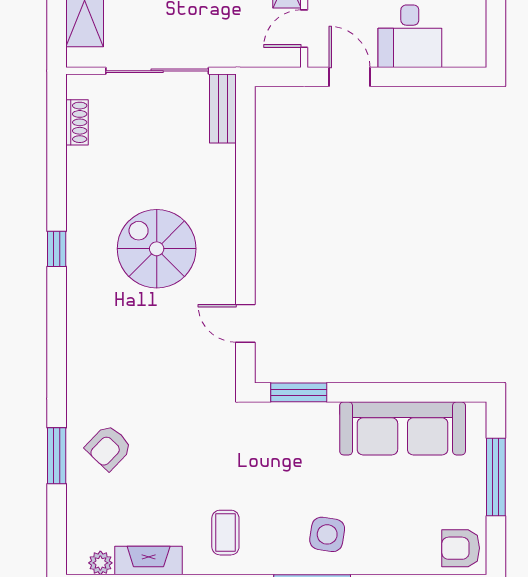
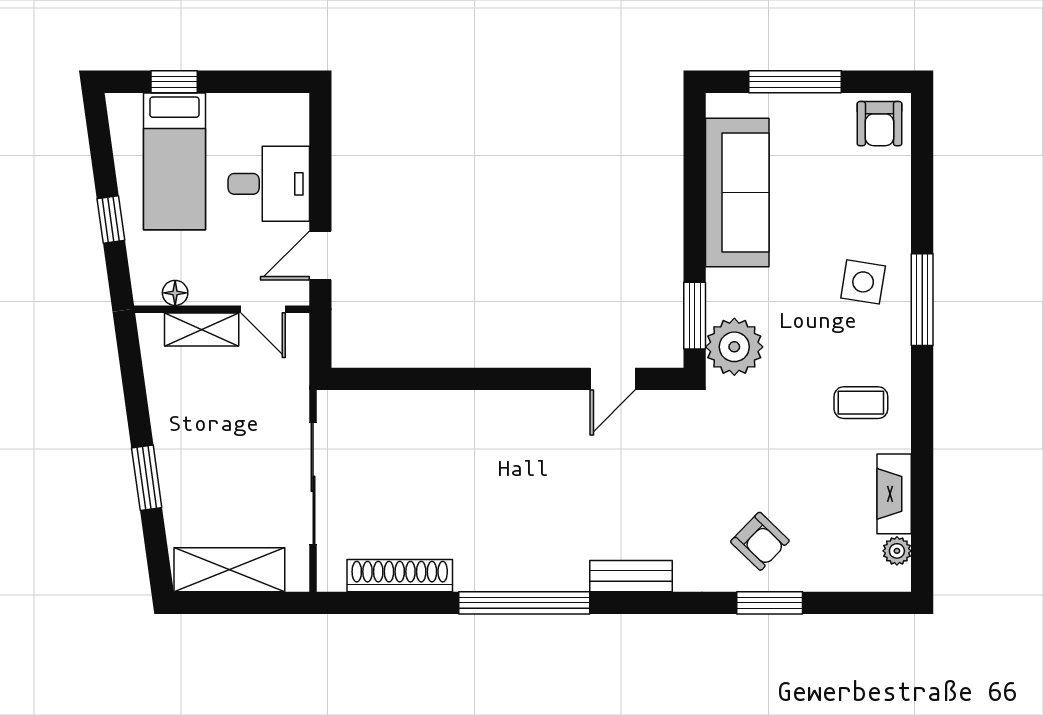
bench: (223, 109) -> (631, 576), moved
shoe rack: (77, 122) -> (400, 576), width x1.94, depth x1.24
window: (57, 249) -> (524, 603), width x3.17
spiral stairs: (157, 249) -> (524, 484), removed
plant: (272, 426) -> (734, 347), added

